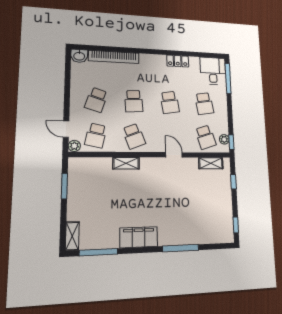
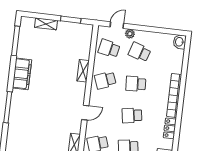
bookcase: (114, 57) -> (174, 95), moved
plant: (74, 146) -> (130, 34), moved
shelving: (72, 236) -> (46, 24), moved

